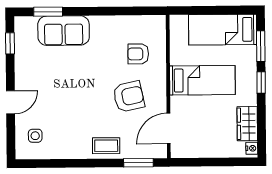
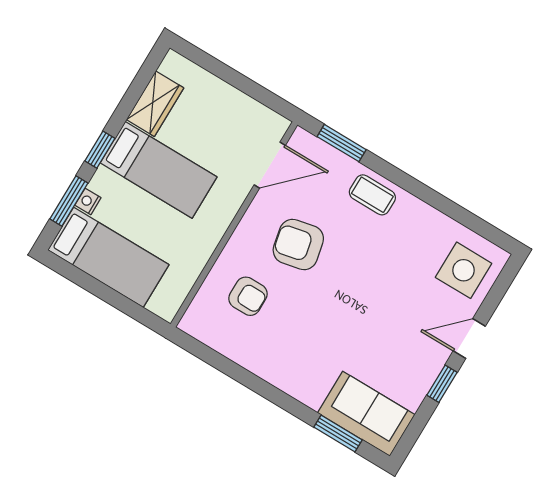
sofa: (64, 31) -> (366, 414), moved
window: (10, 43) -> (442, 384), moved
bed: (202, 80) -> (159, 170), moved, turned 180
side table: (35, 136) -> (464, 270), width x1.87, depth x1.87
nightstand: (252, 148) -> (88, 201), moved

